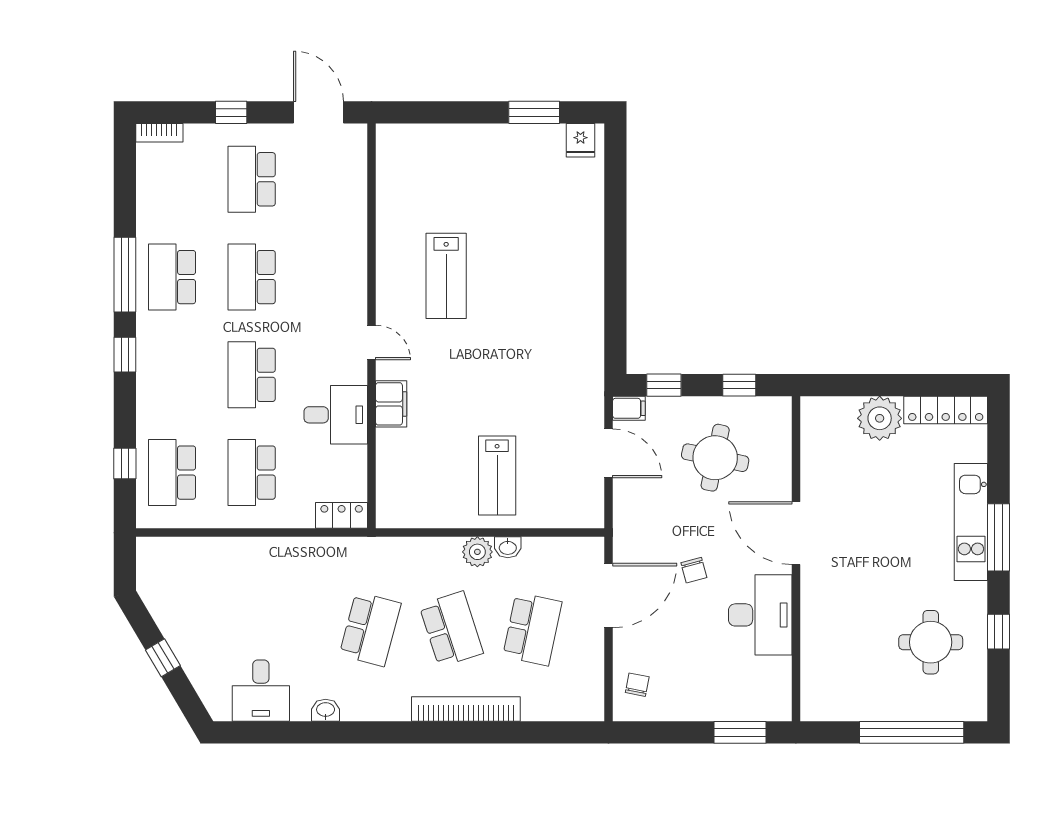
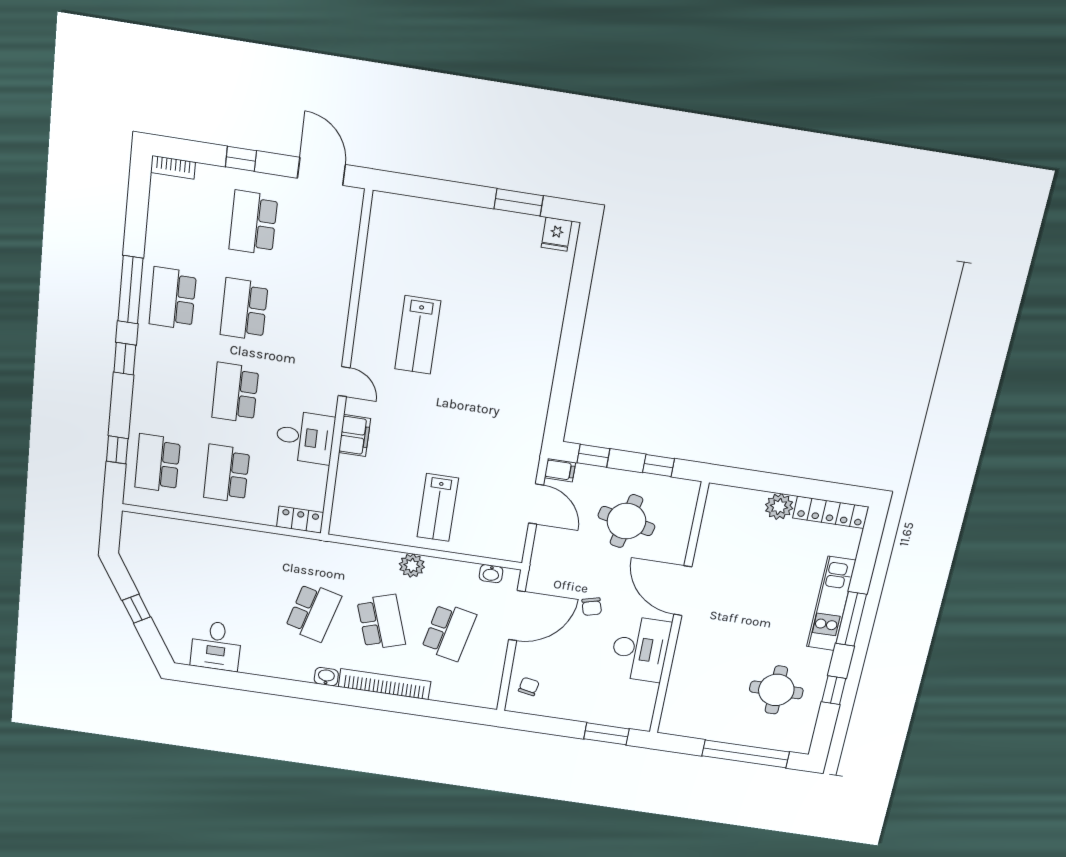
plant: (880, 418) -> (779, 507), width x0.73, depth x0.73
washbasin: (508, 547) -> (491, 574), moved
washbasin: (326, 710) -> (326, 677), moved

